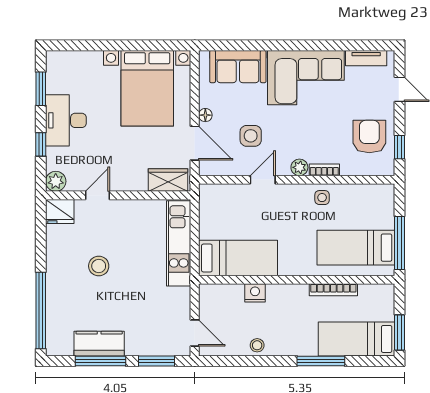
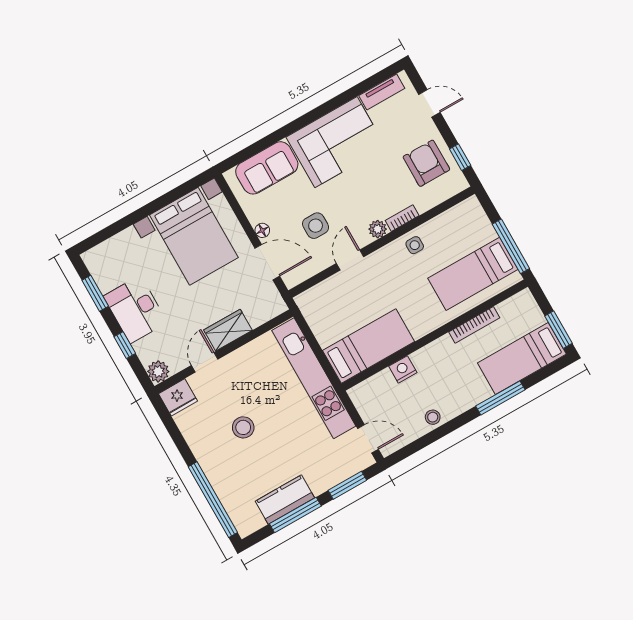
wardrobe: (168, 180) -> (228, 330), moved
kitchen unit: (179, 243) -> (314, 378), width x1.36

